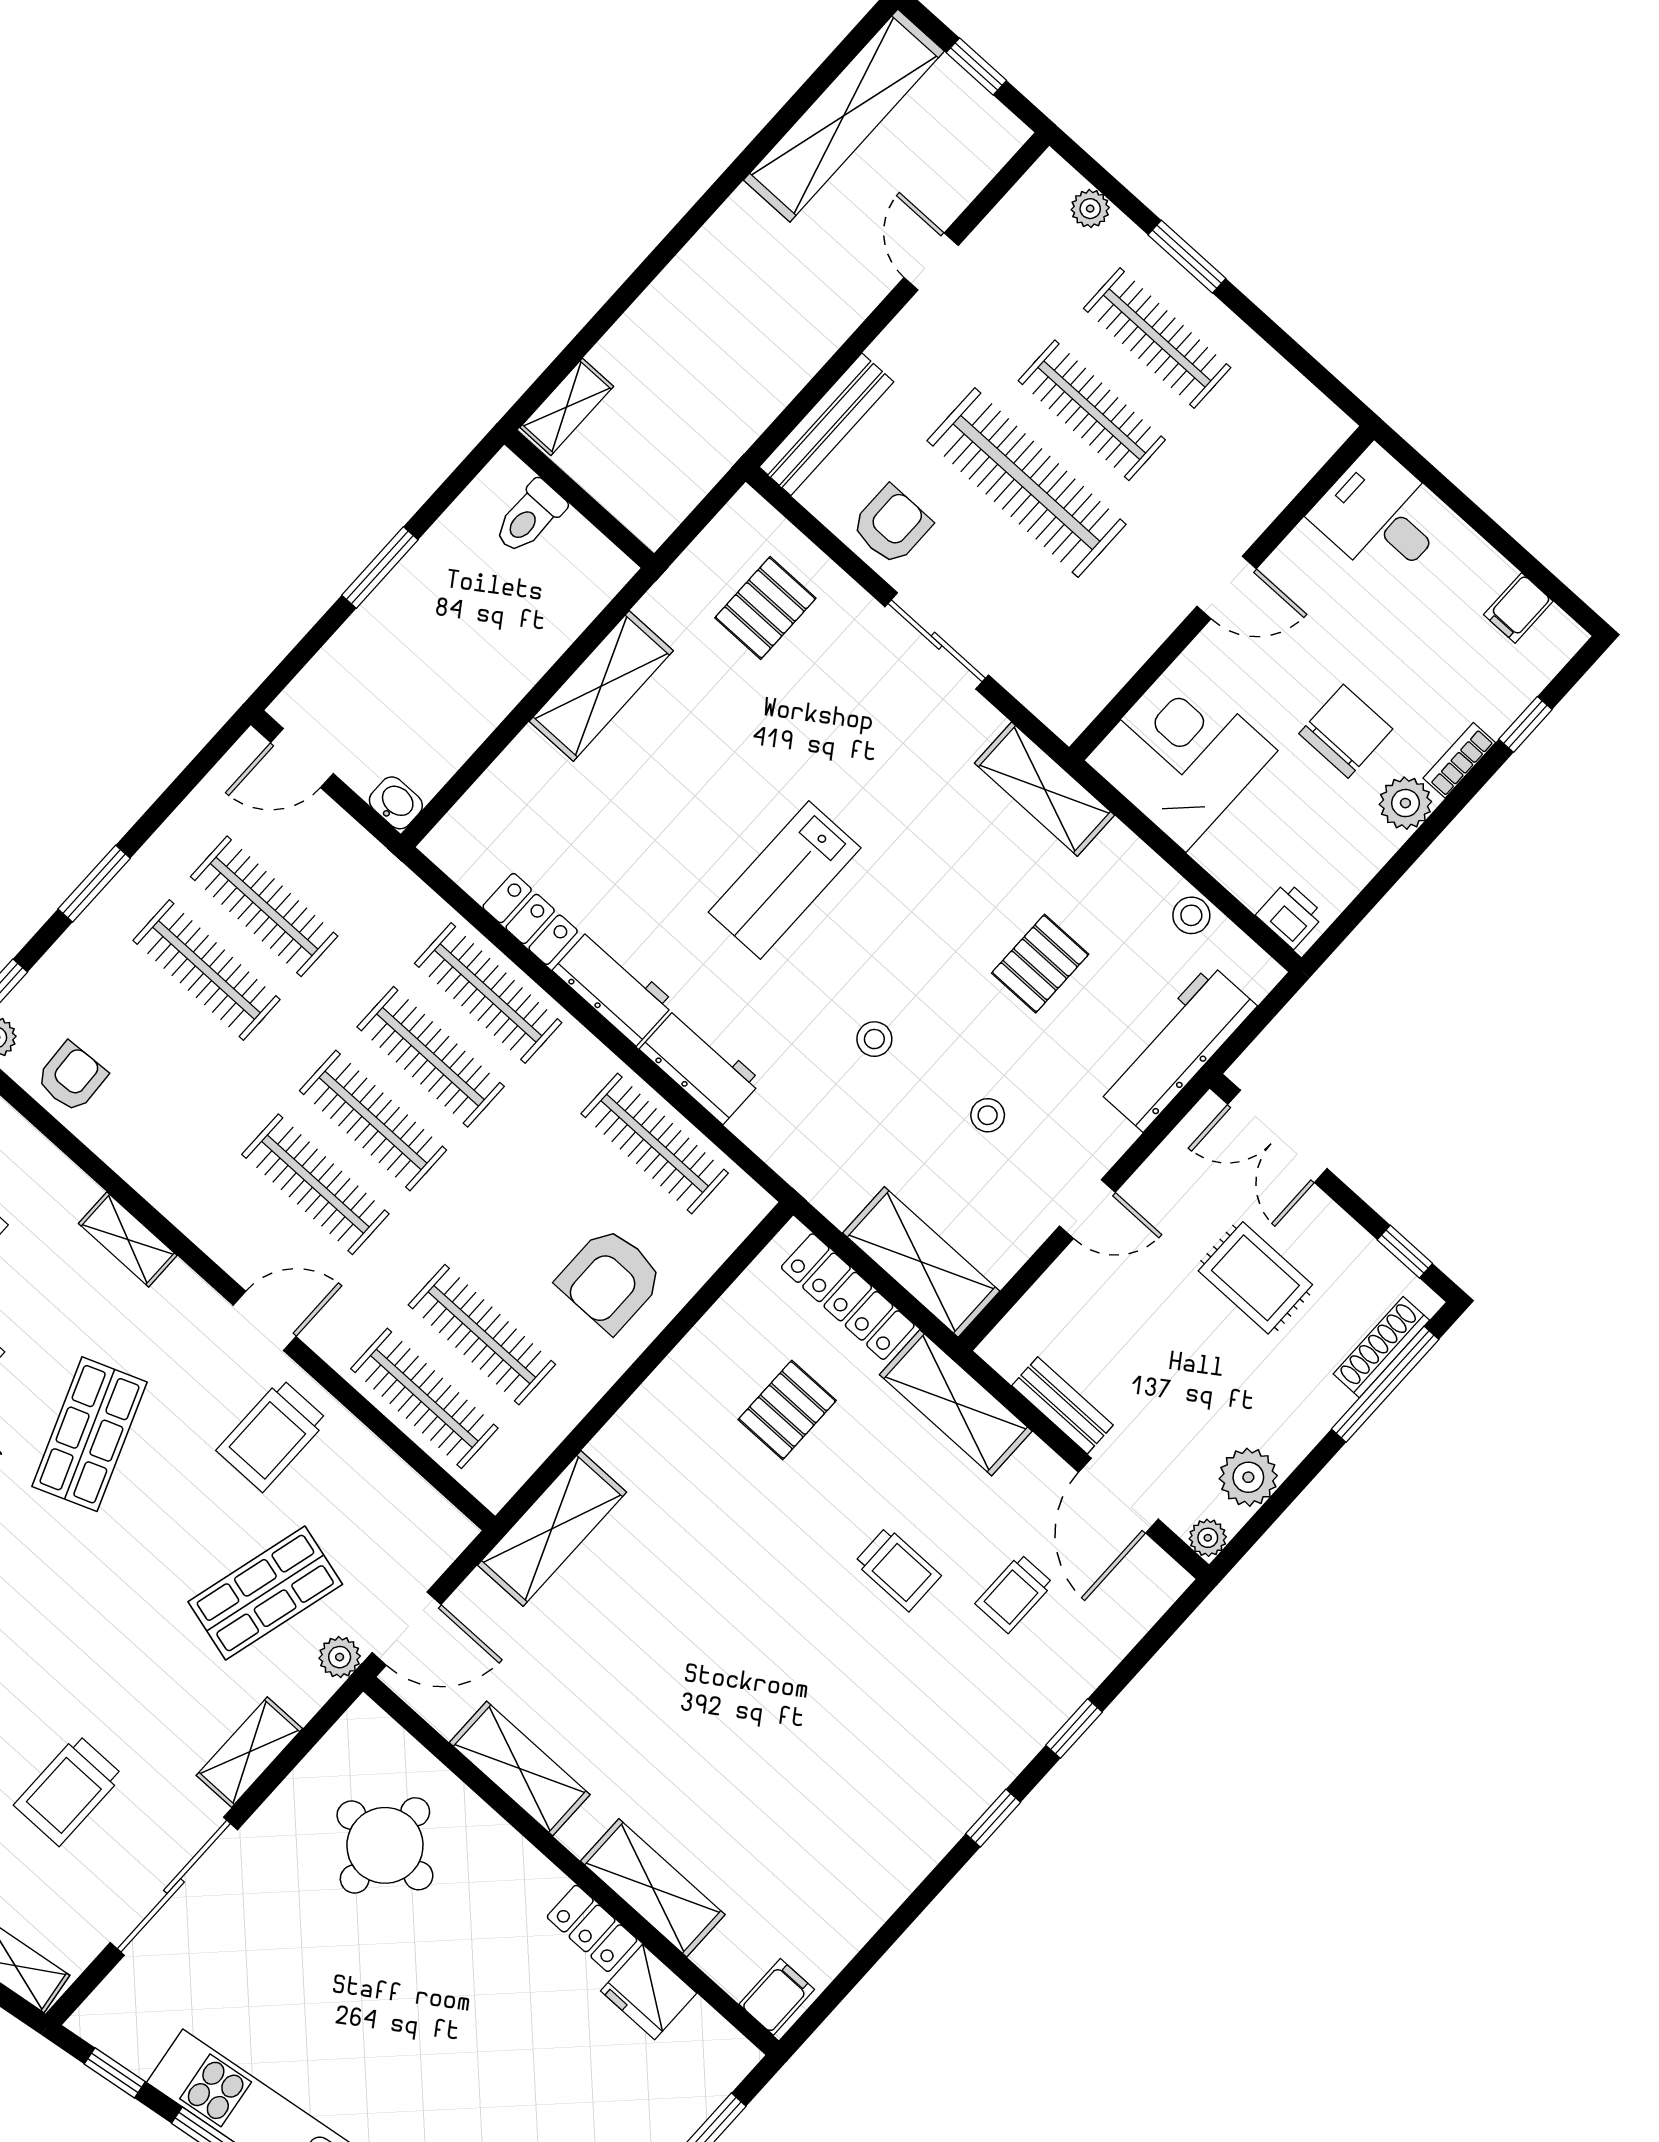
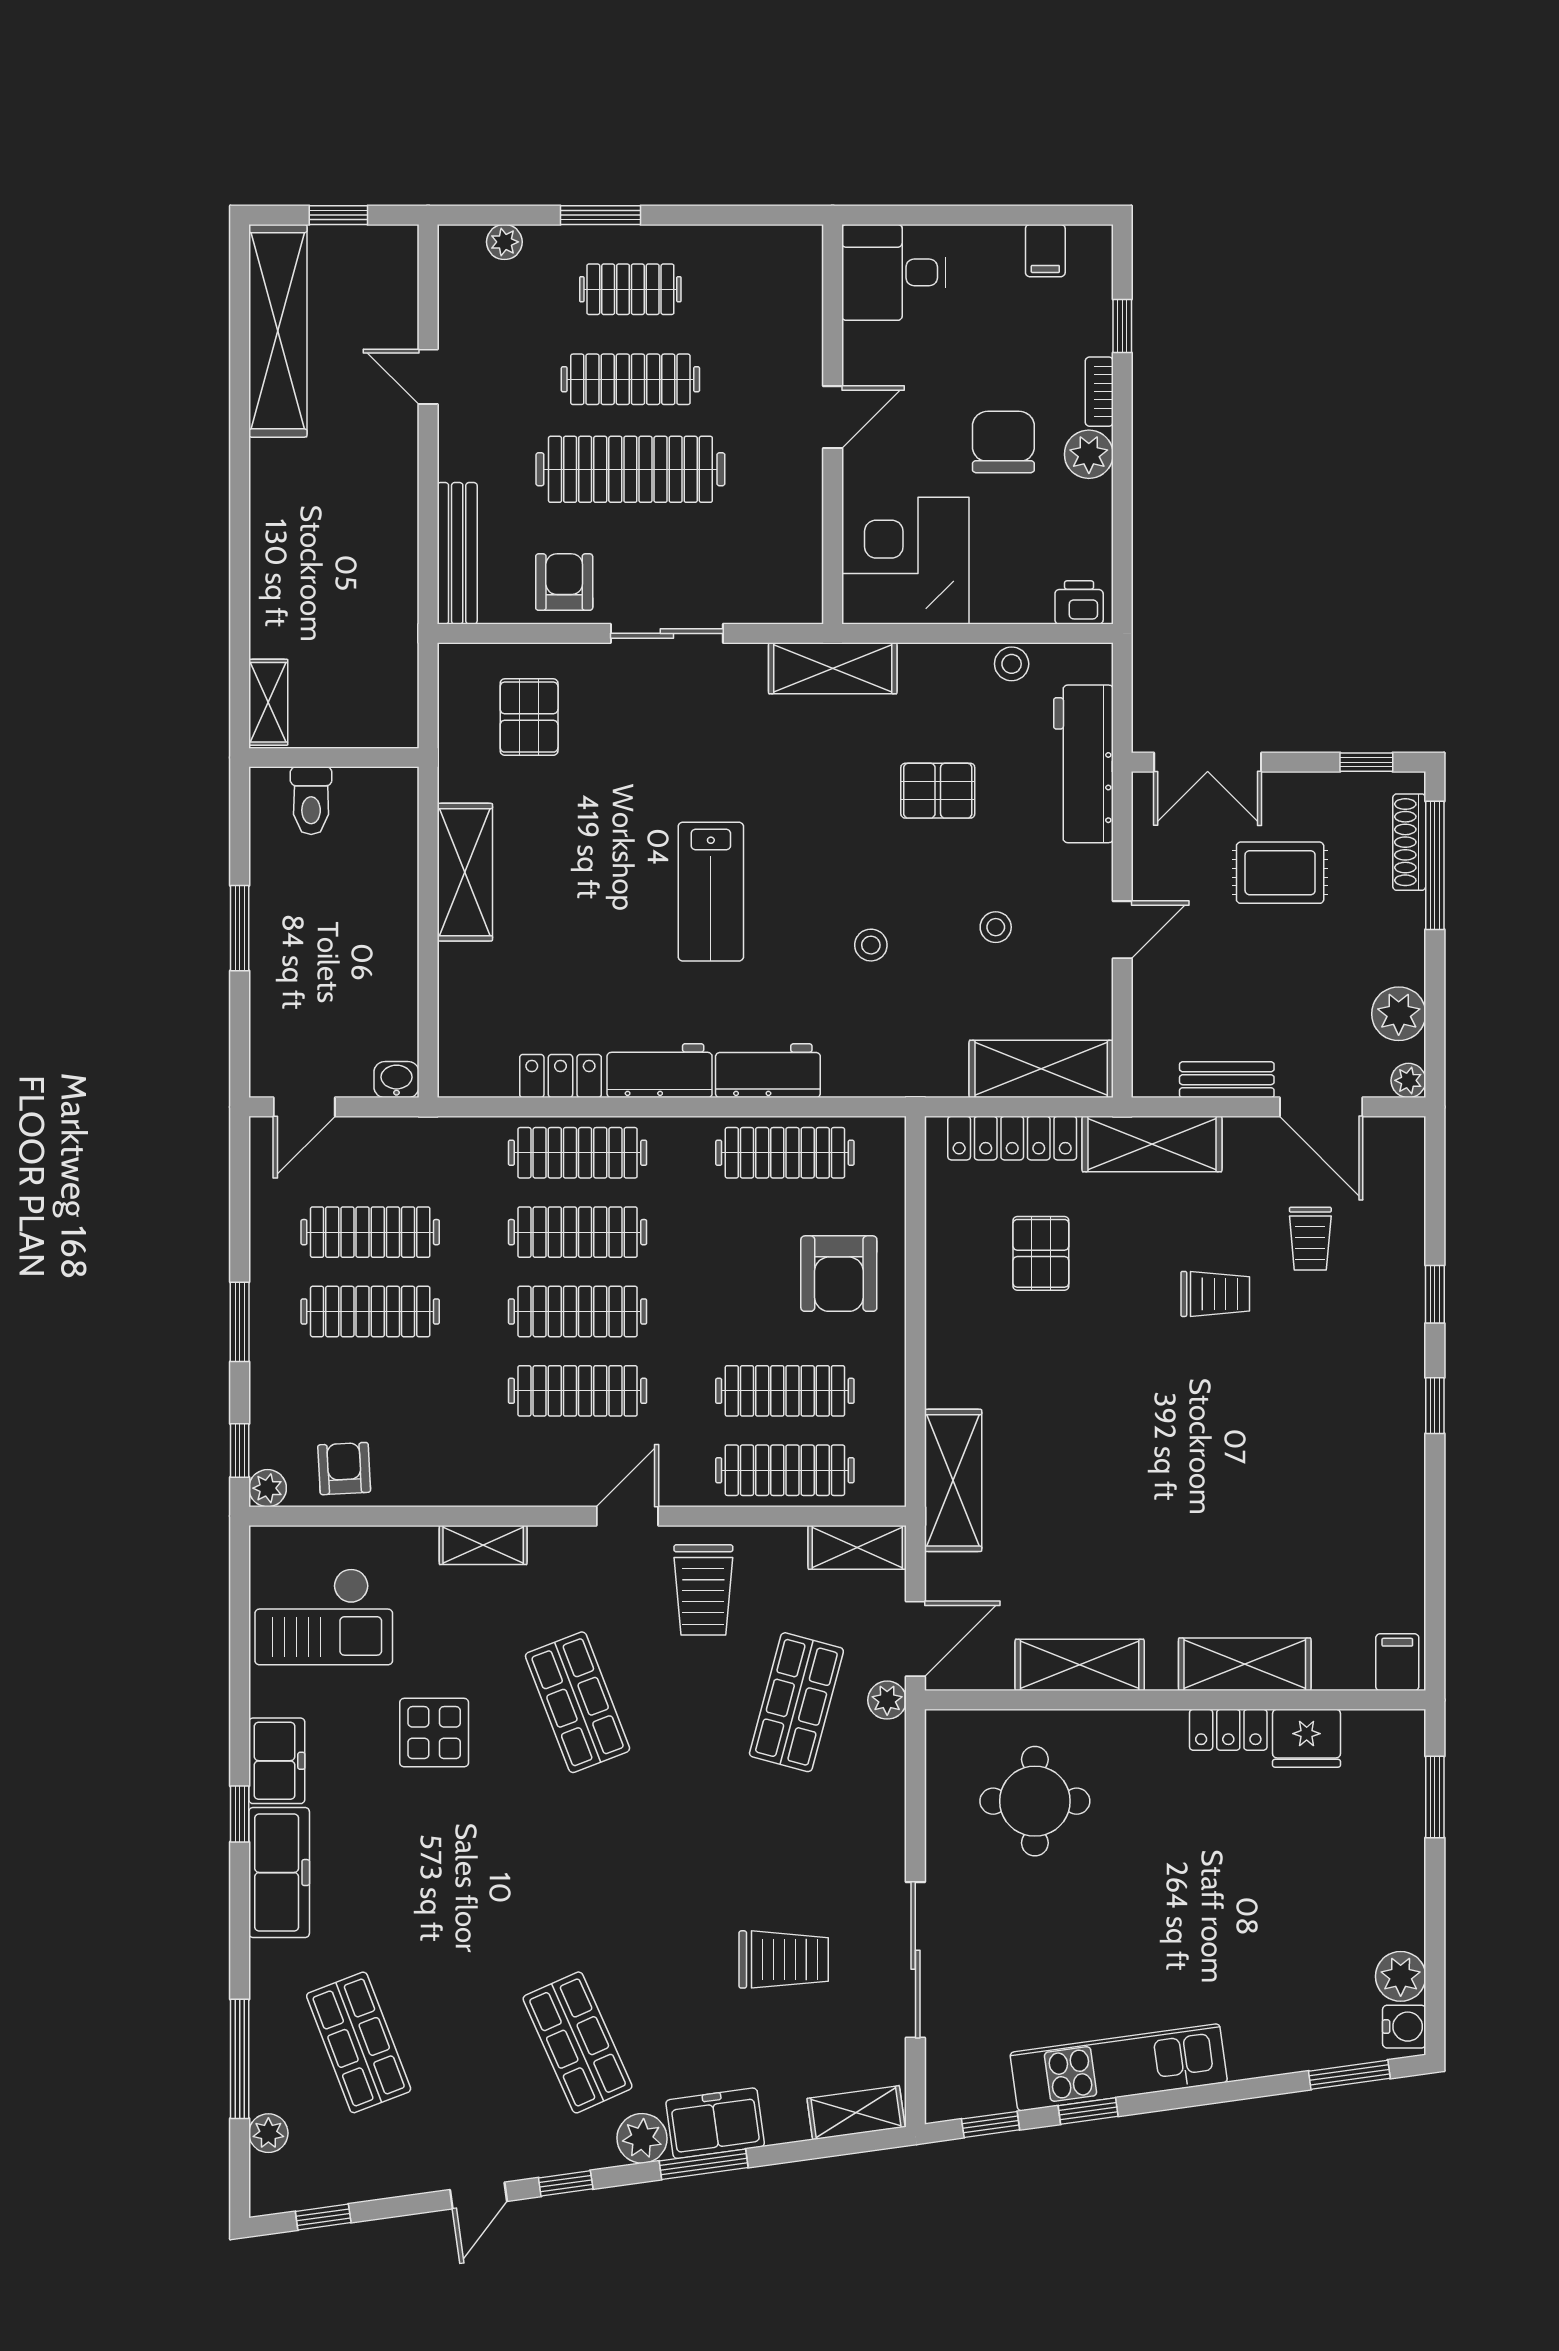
clothes rail: (1157, 338) -> (630, 289), width x0.73
pallet: (1040, 964) -> (938, 791), turned 90
shelving: (249, 1752) -> (857, 1547), moved, turned 90
trolley: (68, 1790) -> (784, 1959), turned -90

